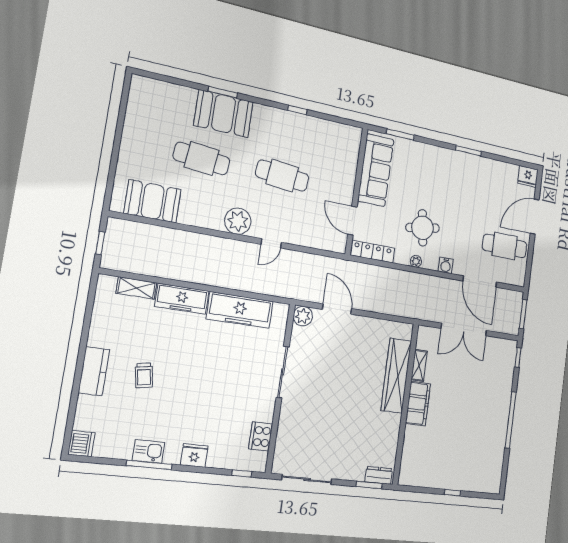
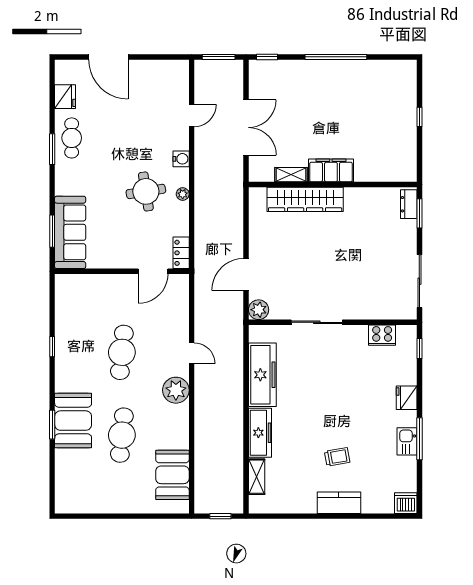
sofa: (376, 170) -> (70, 232), moved, turned 90
fridge: (528, 176) -> (65, 97), moved
cafe table: (505, 246) -> (72, 138), moved, width x0.73, depth x0.74
locker: (373, 252) -> (181, 253), width x0.66
door: (480, 282) -> (192, 115), width x0.53

